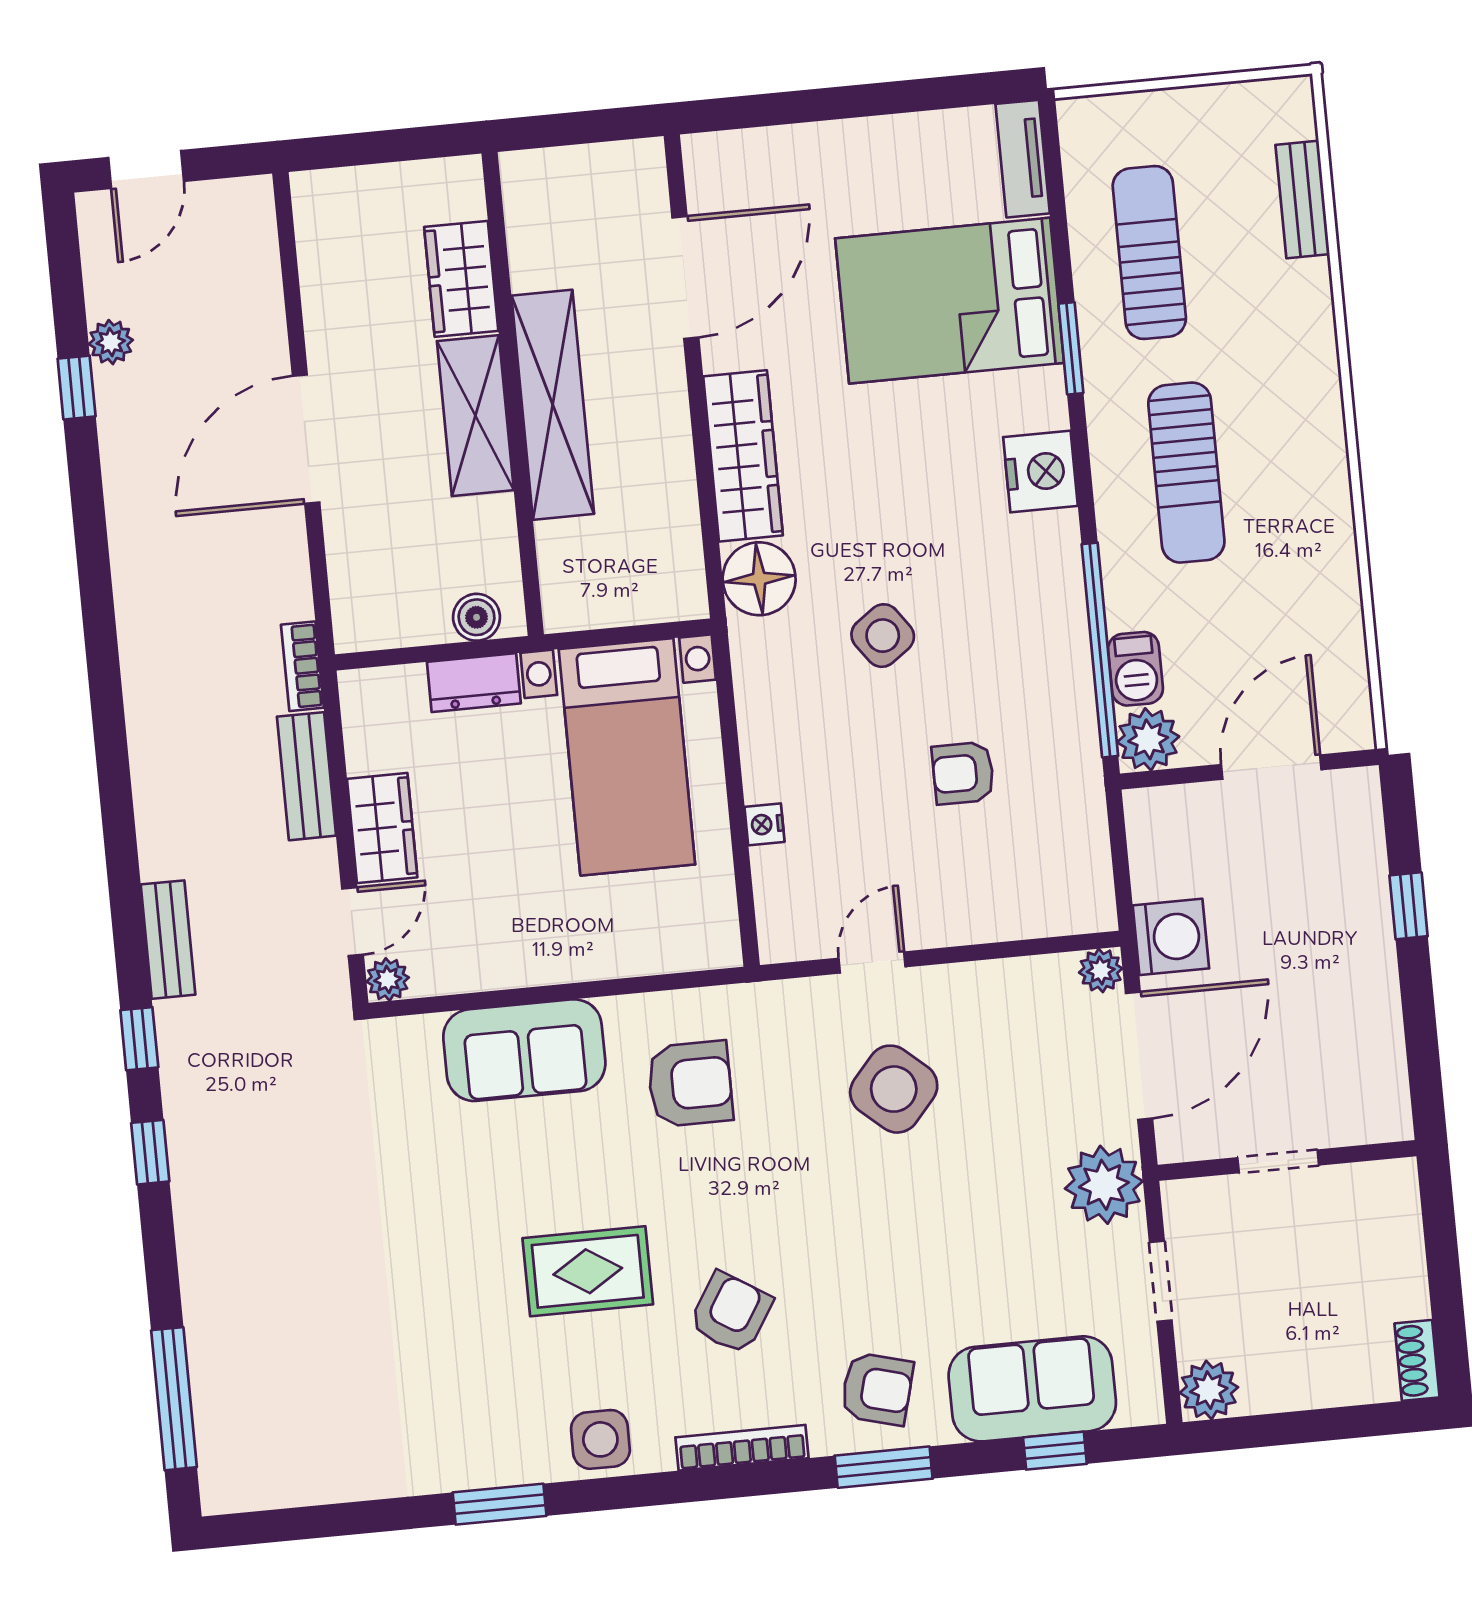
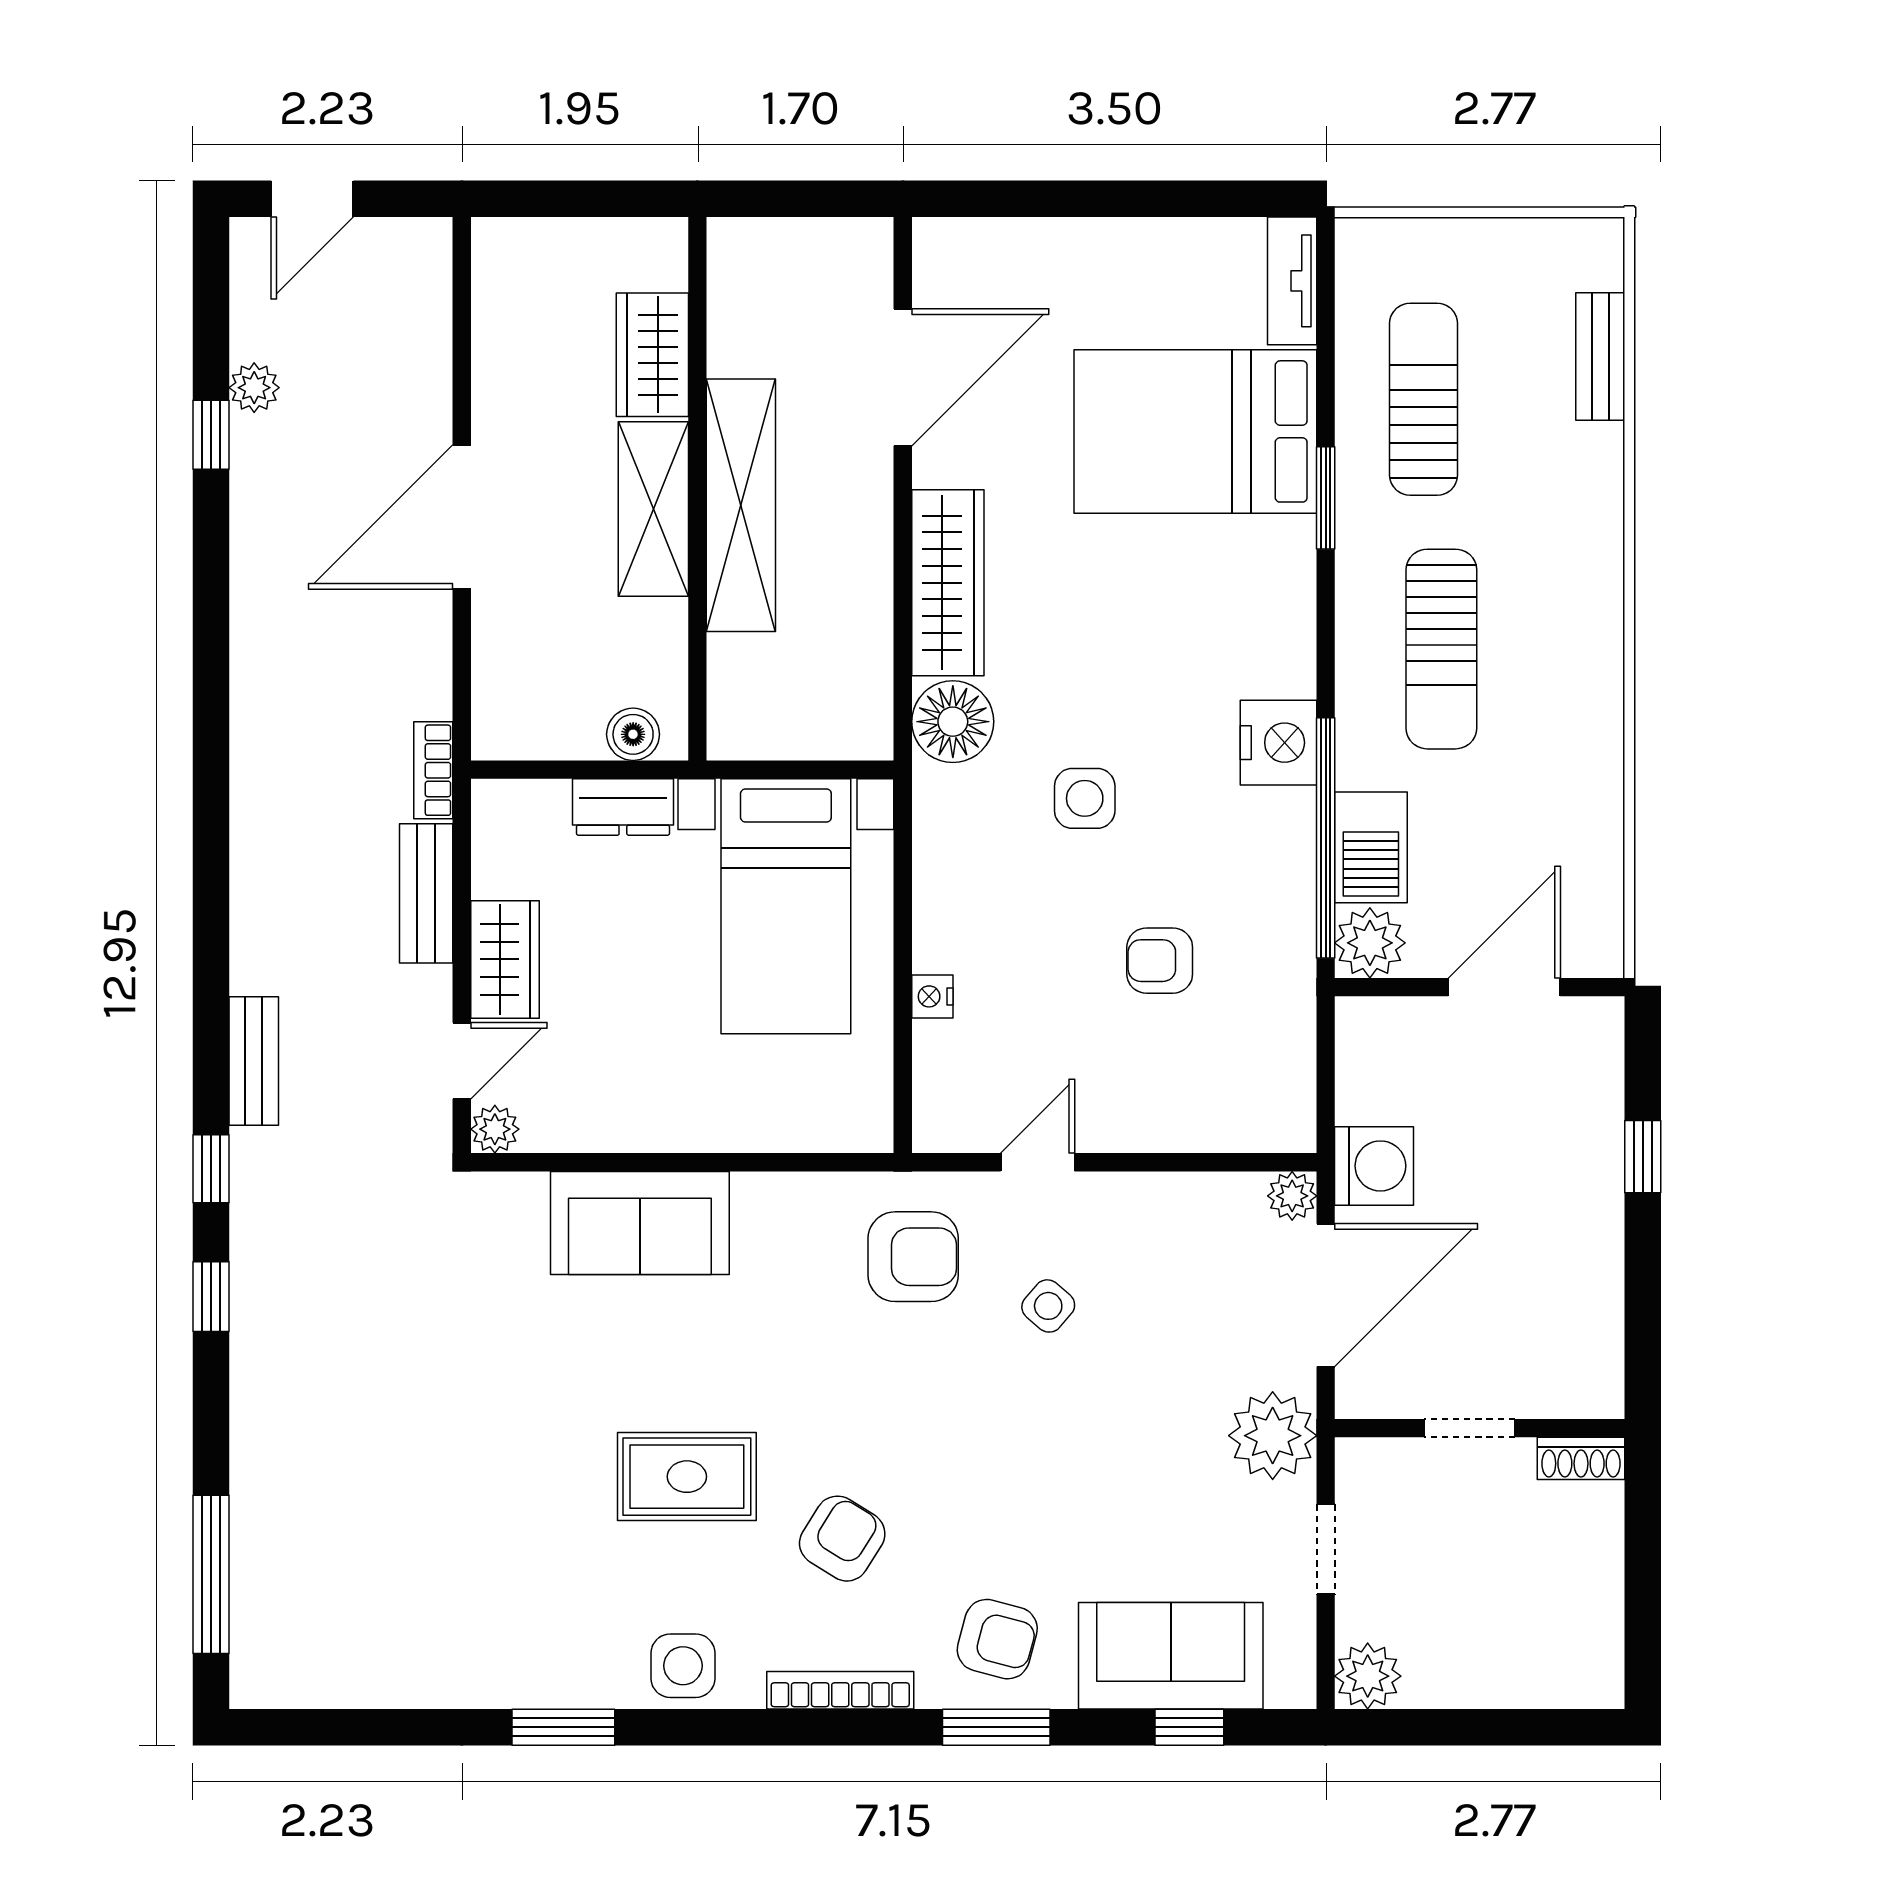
nightstand: (1040, 472) -> (1278, 743), moved
side table: (883, 636) -> (1085, 798), turned 36
barbecue: (1135, 669) -> (1371, 847), width x1.38, depth x1.27
armchair: (690, 1084) -> (913, 1257), moved
side table: (894, 1089) -> (1048, 1306), width x0.54, depth x0.54
shoe rack: (1417, 1360) -> (1581, 1458), moved, turned -90

